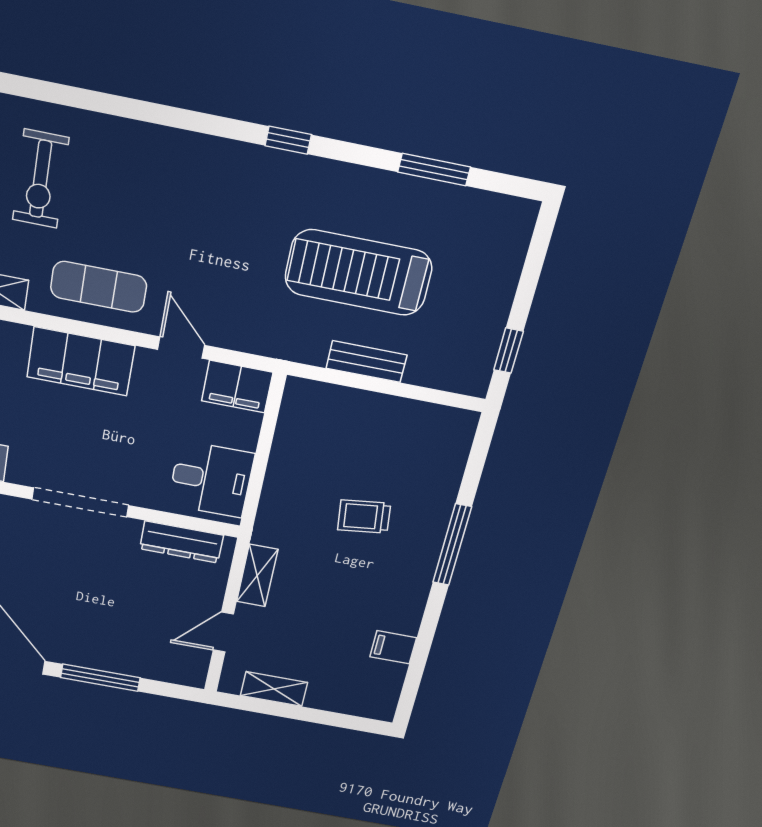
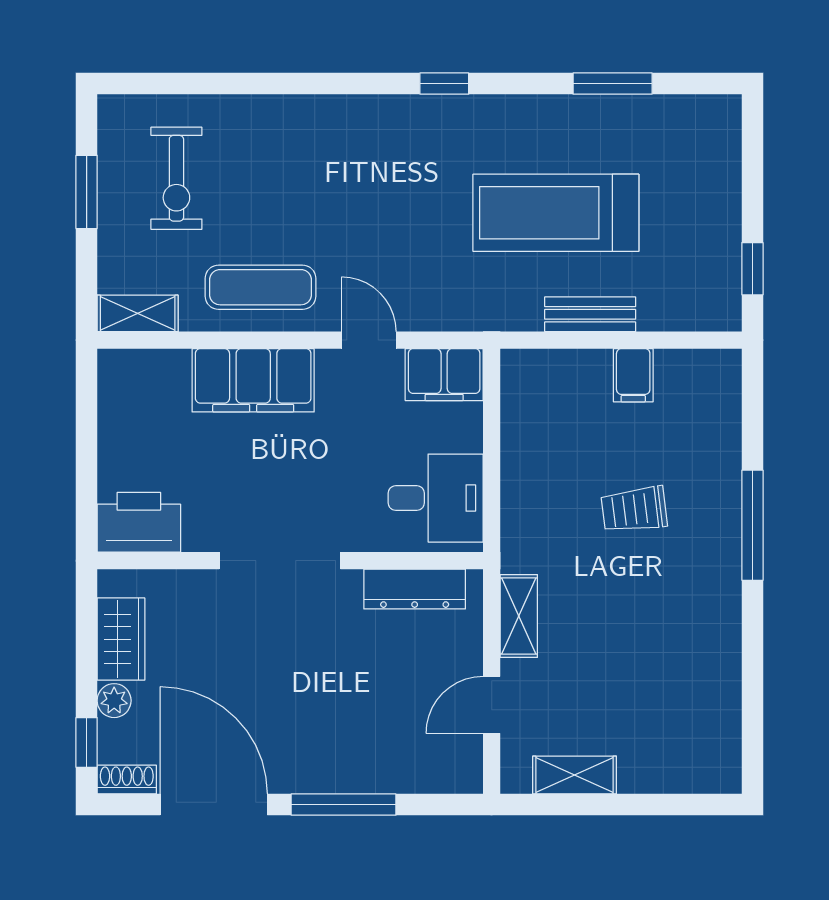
filing cabinet: (393, 647) -> (633, 375), moved, turned -90

